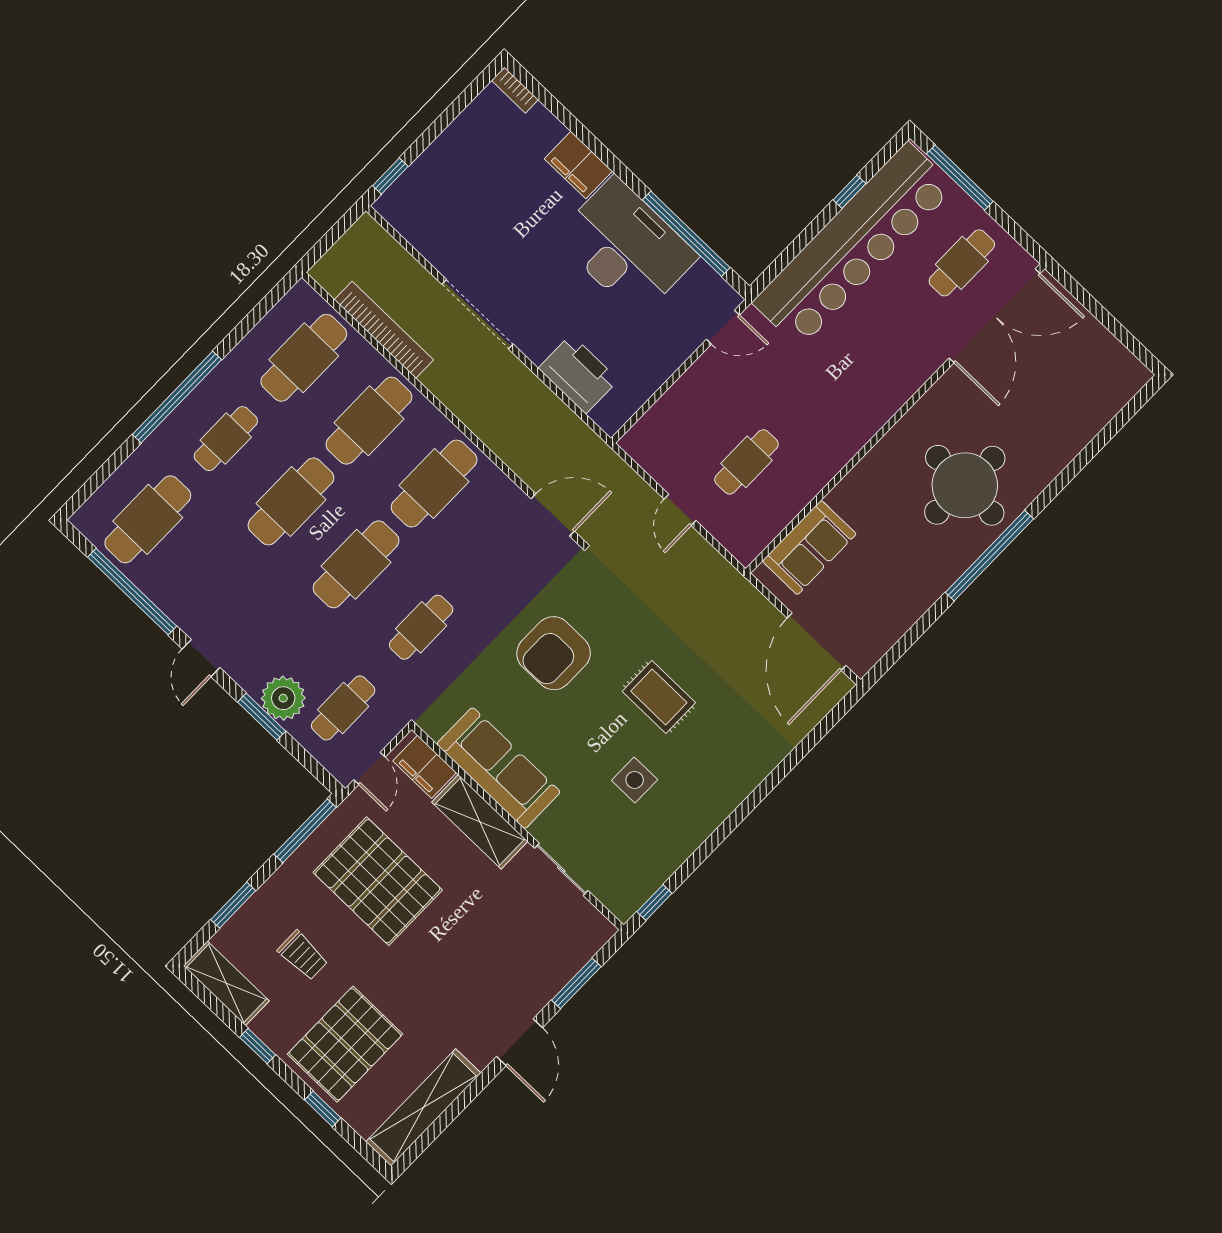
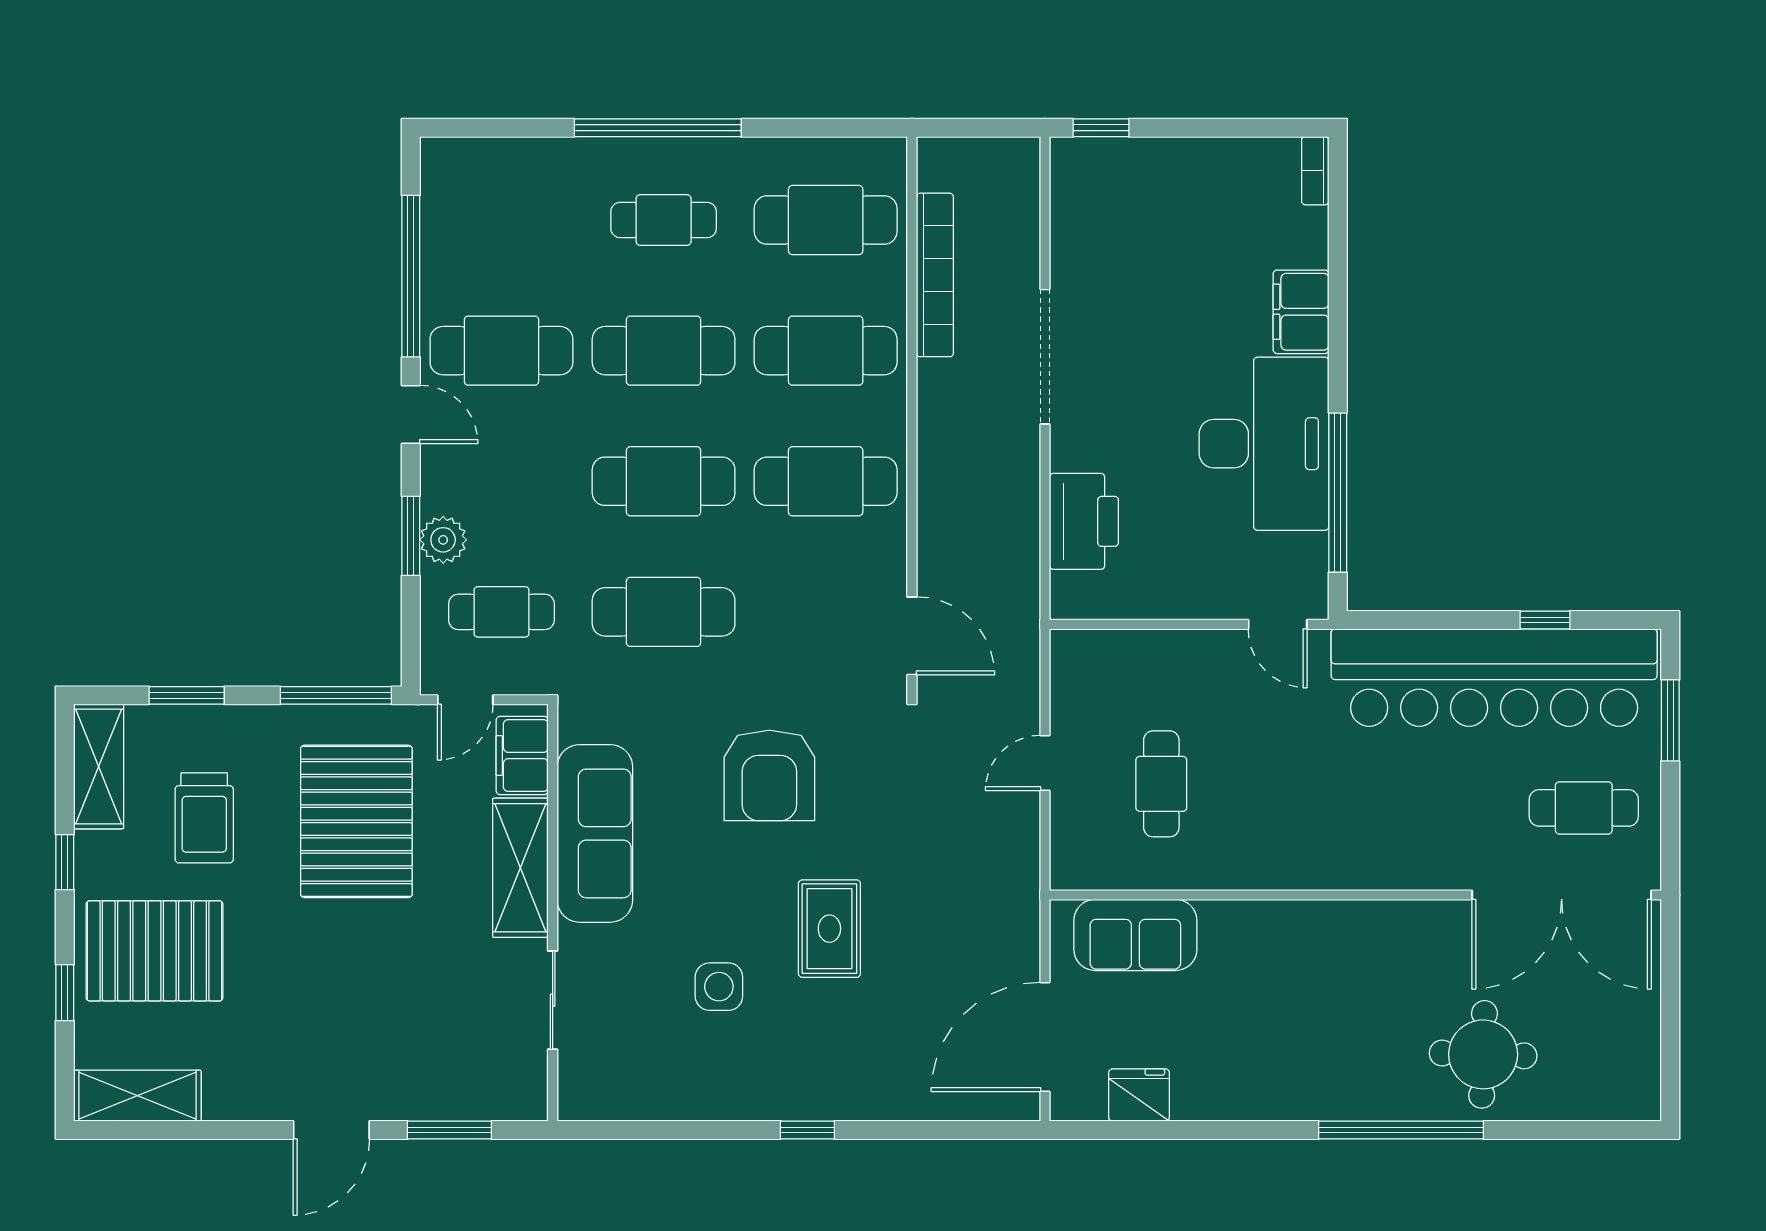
window: (960, 178) -> (1670, 720), width x0.69
cafe table: (746, 462) -> (1161, 784), turned 90
round table: (965, 485) -> (1483, 1054), moved, width x0.73, depth x0.73
cafe table: (148, 519) -> (501, 351), moved
window: (989, 556) -> (1401, 1130), moved
fridge: (891, 623) -> (1139, 1095), added
cafe table: (421, 627) -> (664, 612), width x1.37, depth x1.35
armchair: (554, 653) -> (769, 775), turned -90
door: (201, 658) -> (411, 414), swing flipped
plant: (283, 698) -> (443, 540), width x0.73, depth x0.73
window: (654, 903) -> (807, 1130), moved
trolley: (303, 955) -> (204, 818), width x1.36, depth x1.39
shelving: (423, 1108) -> (137, 1096), width x0.68

